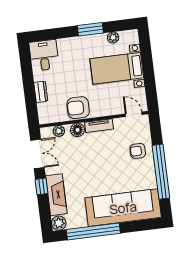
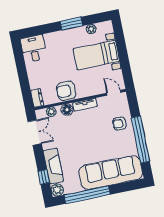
dresser: (41, 92) -> (37, 98), moved
window: (41, 186) -> (44, 177), moved

